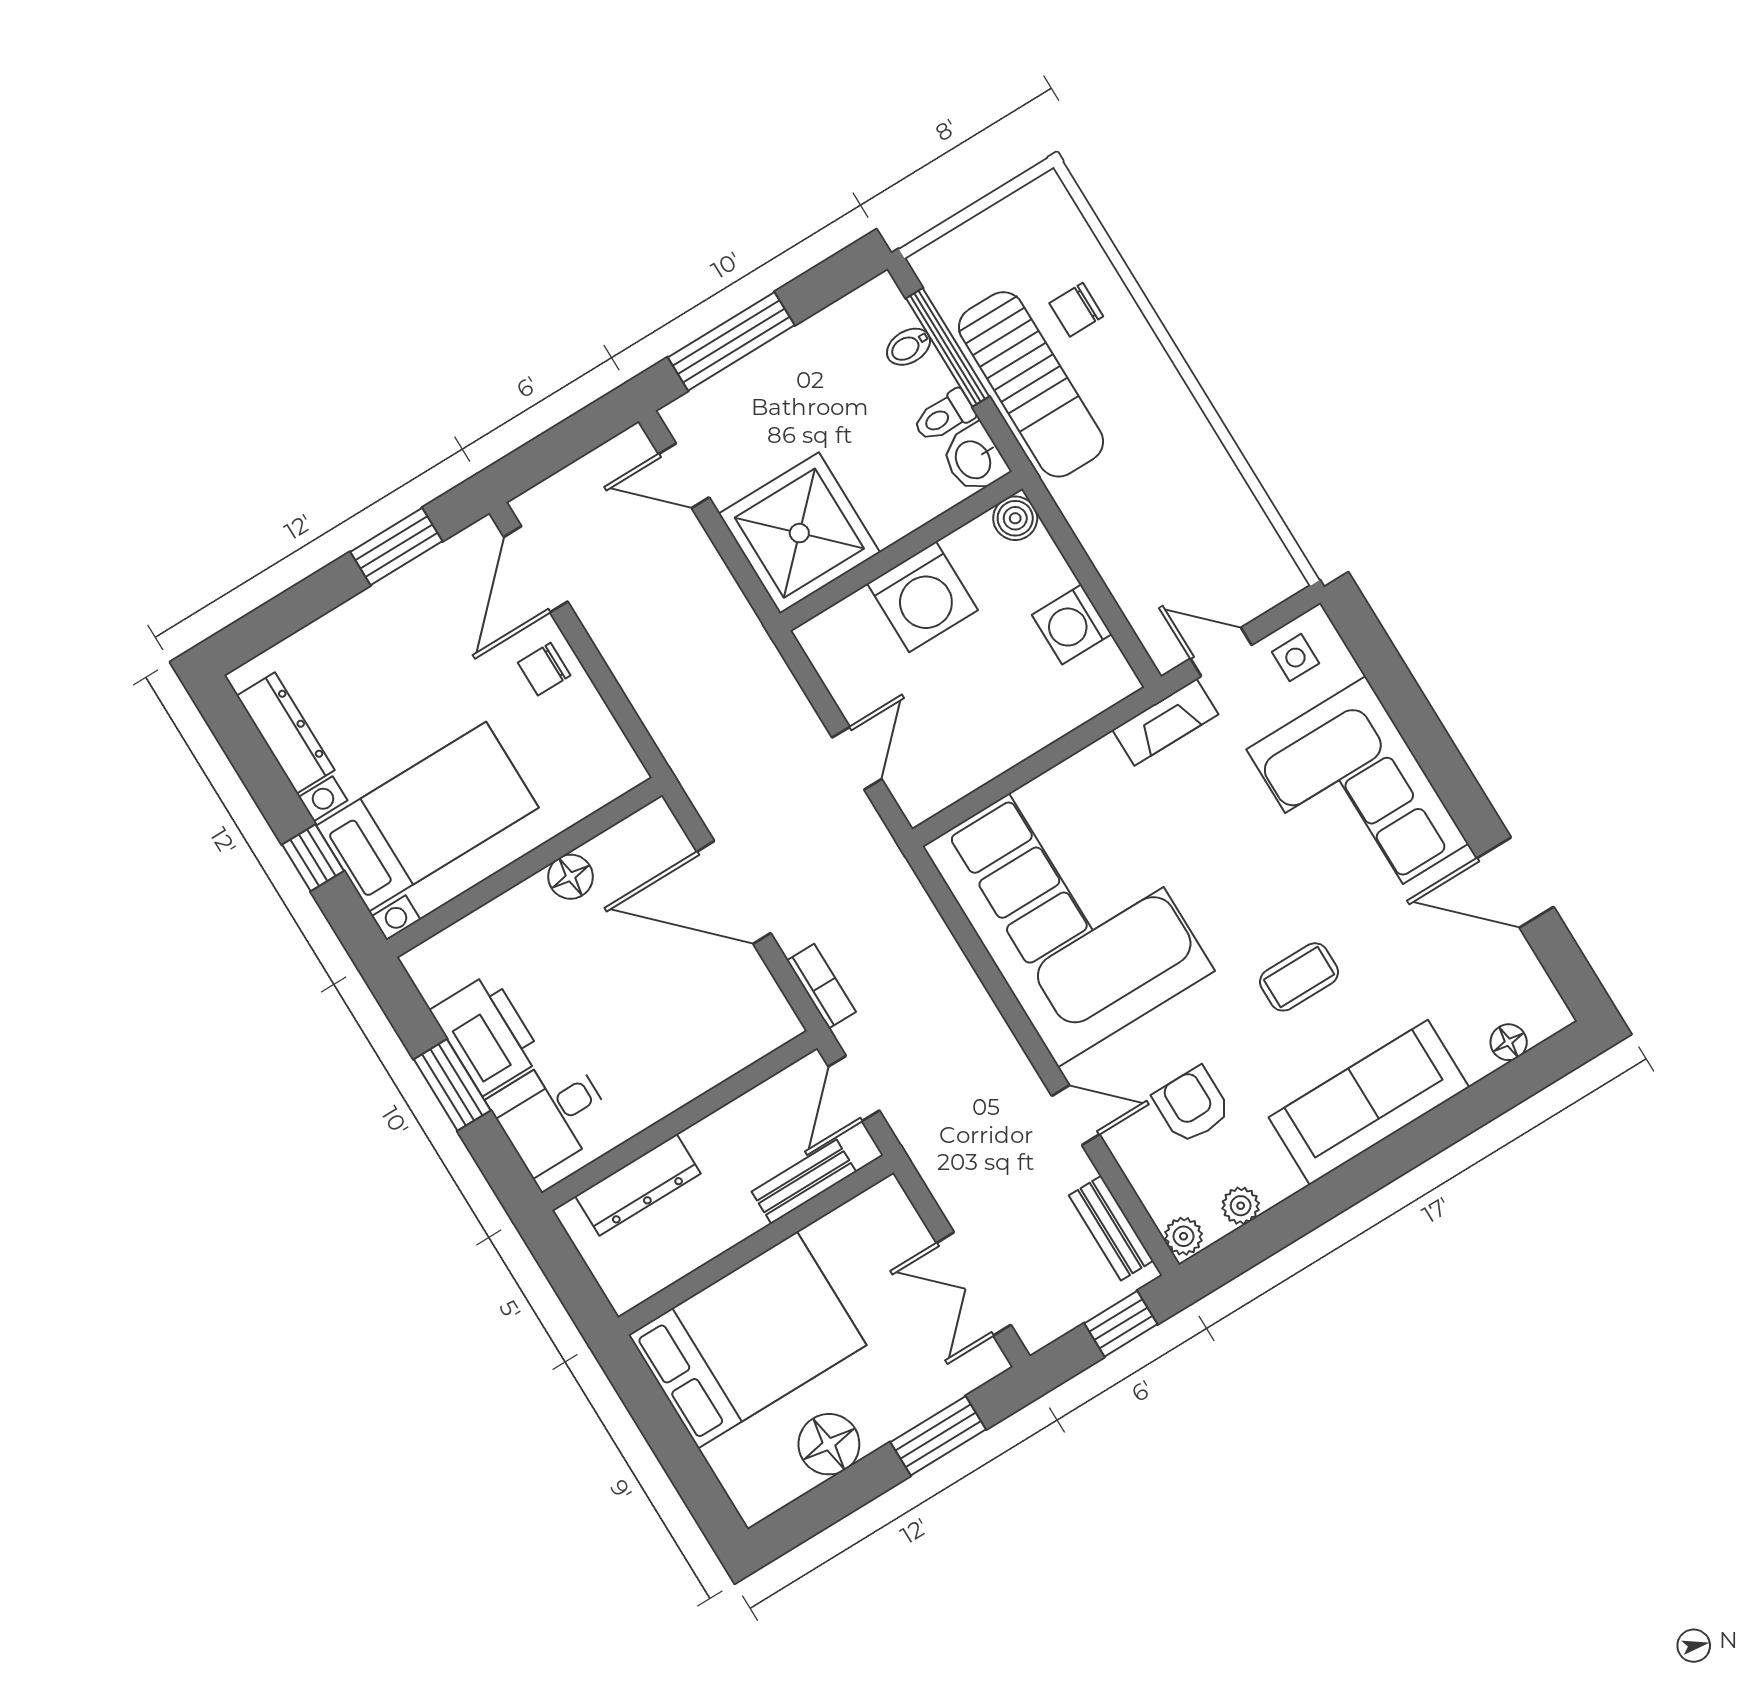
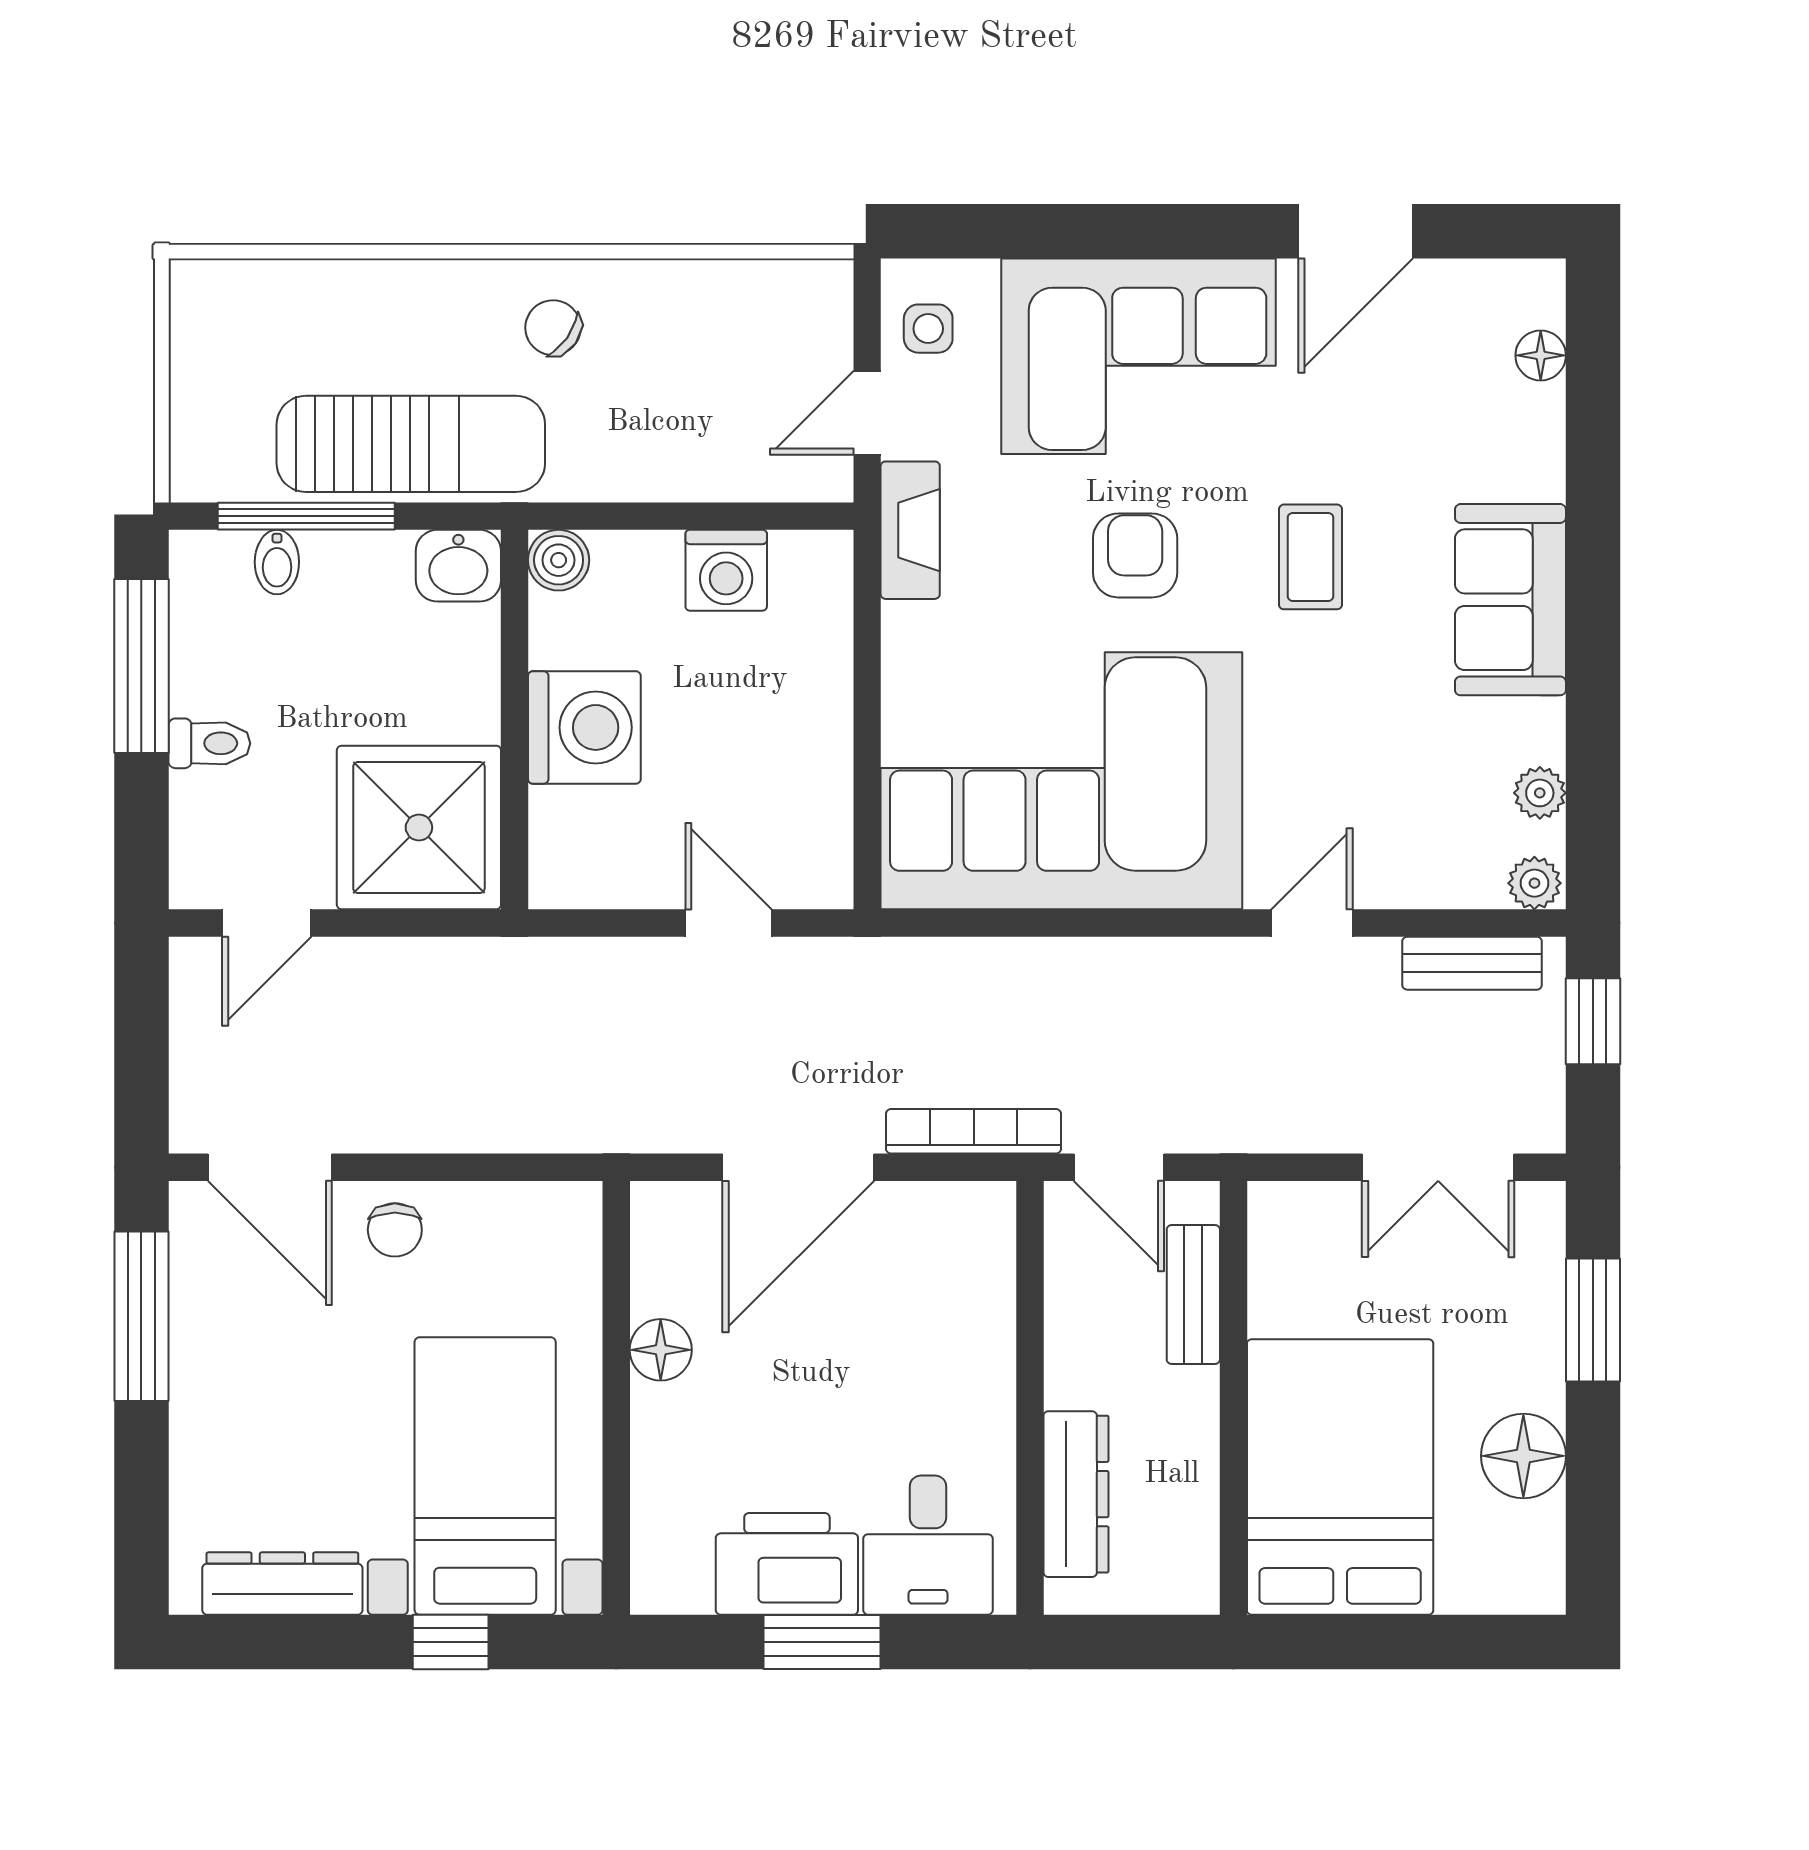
chair: (1076, 310) -> (553, 328), moved, turned 125
window: (731, 341) -> (141, 666), moved
toilet: (944, 416) -> (209, 743), moved, turned -90
window: (396, 547) -> (141, 1316), width x1.44
bookcase: (821, 986) -> (974, 1131), width x1.56
sofa: (1369, 1102) -> (1510, 600), width x0.73
armchair: (1192, 1105) -> (1135, 555), moved, turned 90

